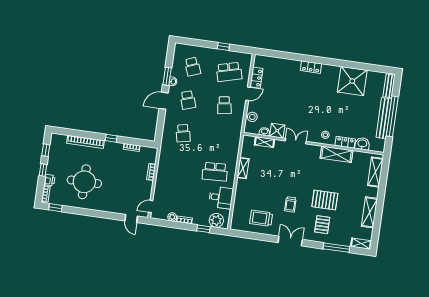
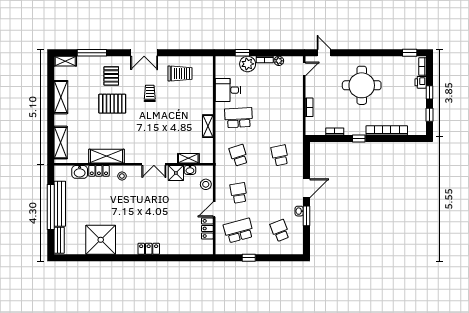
school desk: (188, 100) -> (239, 155), moved
round table: (84, 182) -> (362, 85), moved
plant: (216, 220) -> (248, 64), moved

